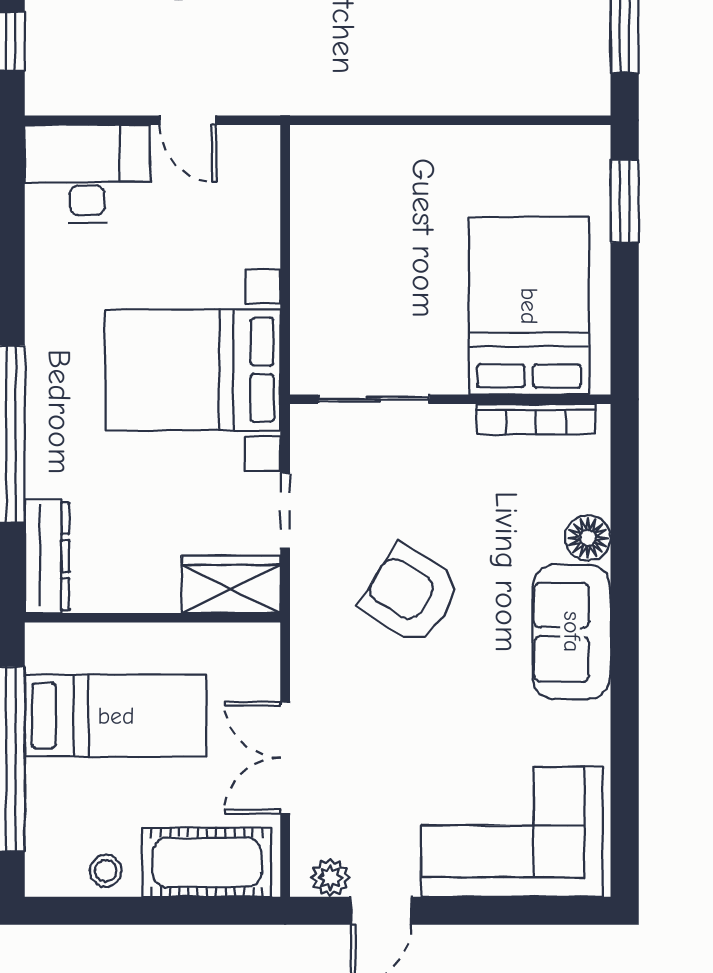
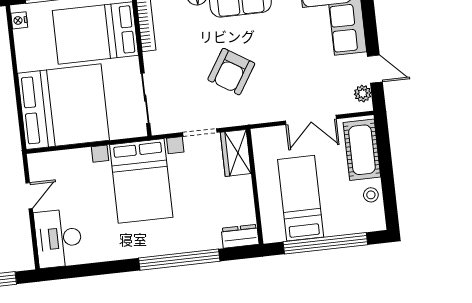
nightstand: (576, 142) -> (19, 20), added
bed: (375, 218) -> (63, 107), added
dresser: (47, 556) -> (240, 236), width x0.70

